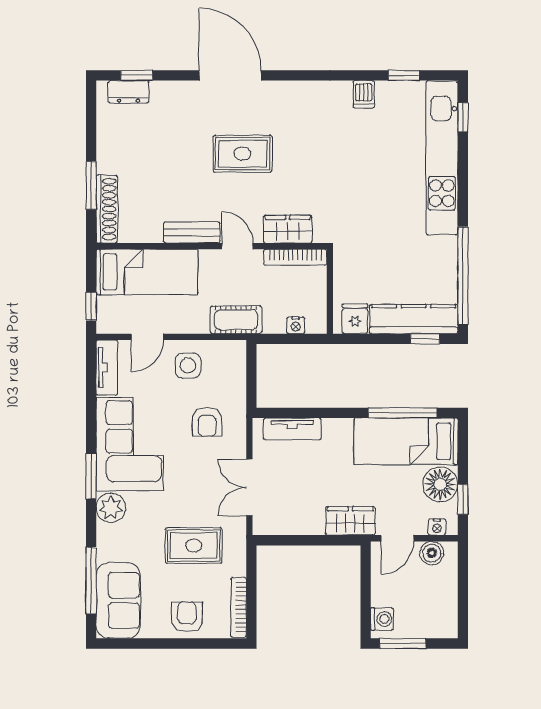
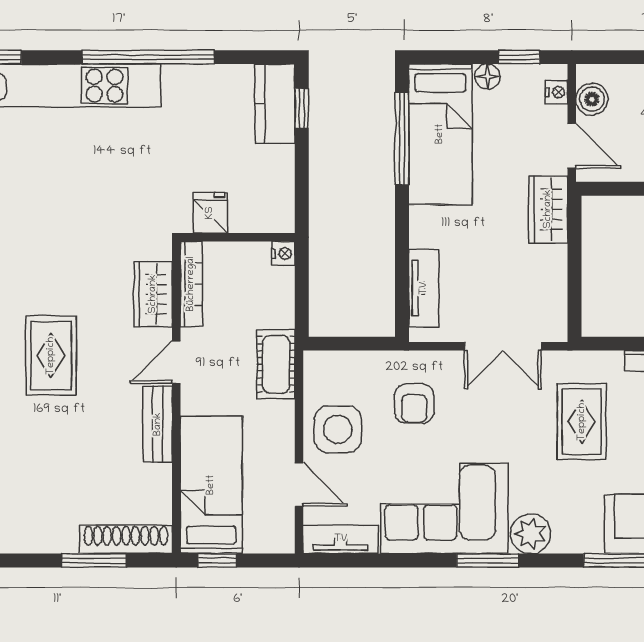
window: (463, 276) -> (148, 57), moved
window: (91, 306) -> (217, 560), moved
fridge: (355, 319) -> (210, 213), moved, turned 90
kitchen counter: (414, 319) -> (275, 104), width x0.67
nightstand: (296, 325) -> (283, 253), moved
side table: (188, 365) -> (338, 429), width x1.37, depth x1.37
armchair: (207, 422) -> (414, 404), turned 90
floor lamp: (440, 484) -> (487, 77), width x0.53, depth x0.53

